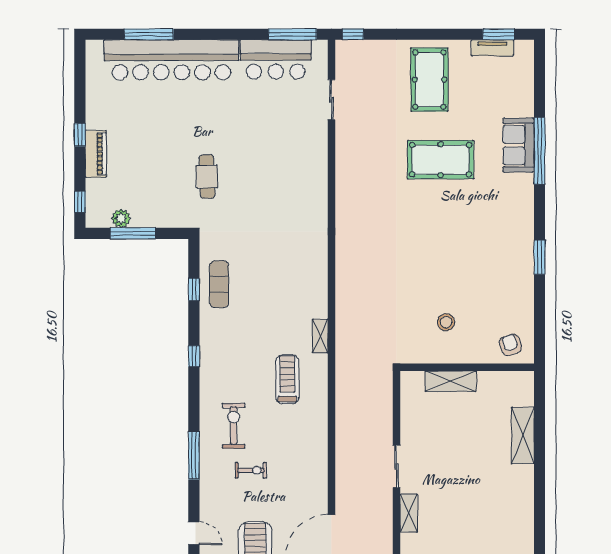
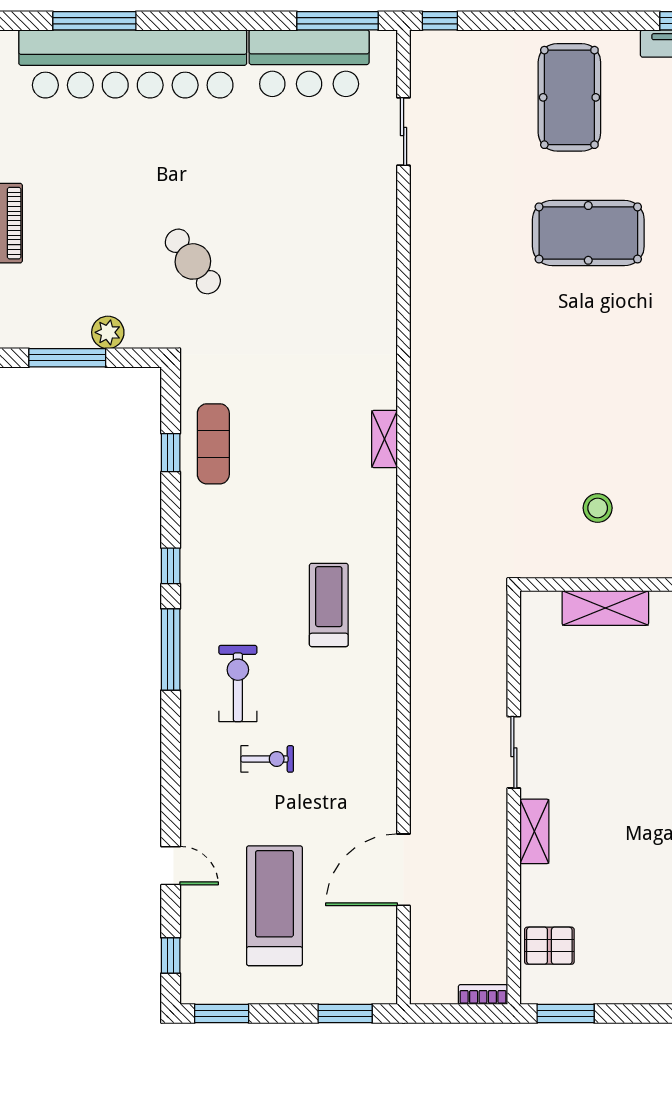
cafe table: (207, 177) -> (193, 261), turned -35
plant: (121, 218) -> (108, 332), moved
shelving: (320, 336) -> (385, 439), moved
window: (194, 455) -> (171, 649), moved

